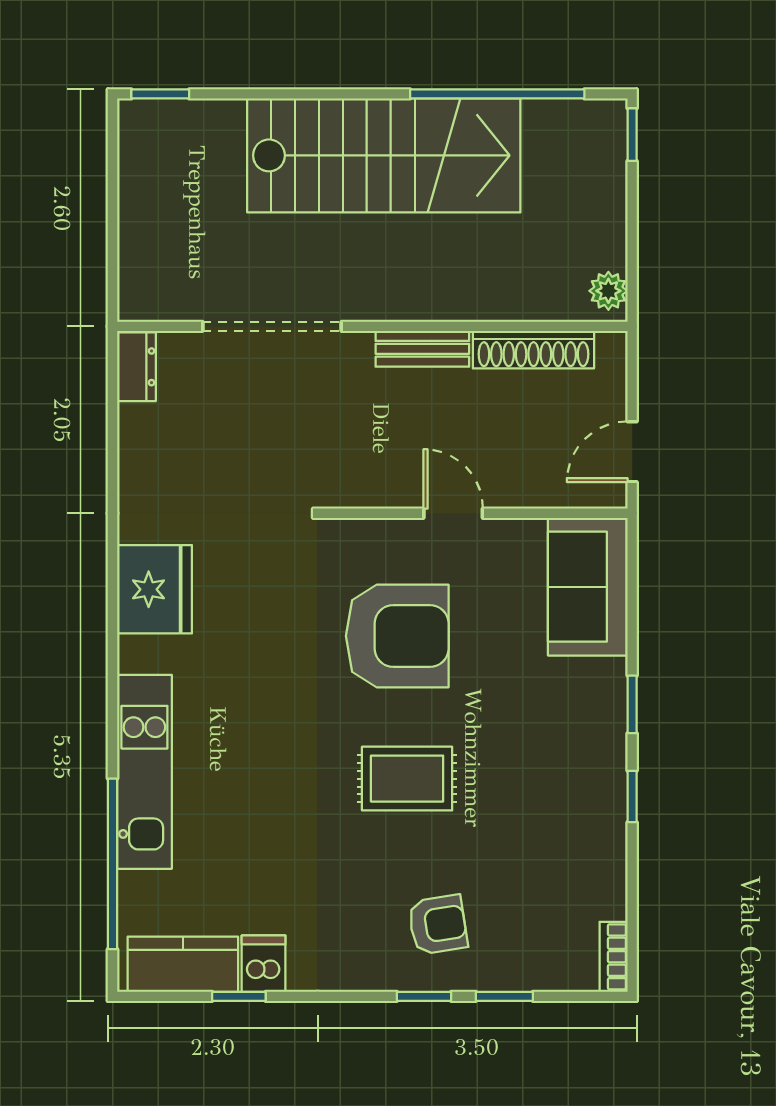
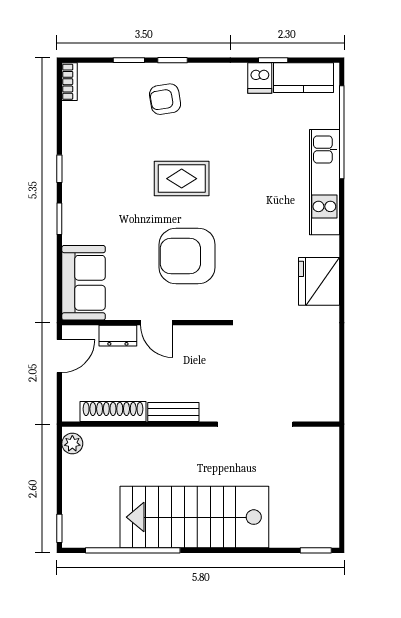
dresser: (136, 367) -> (118, 336), moved, turned -90

